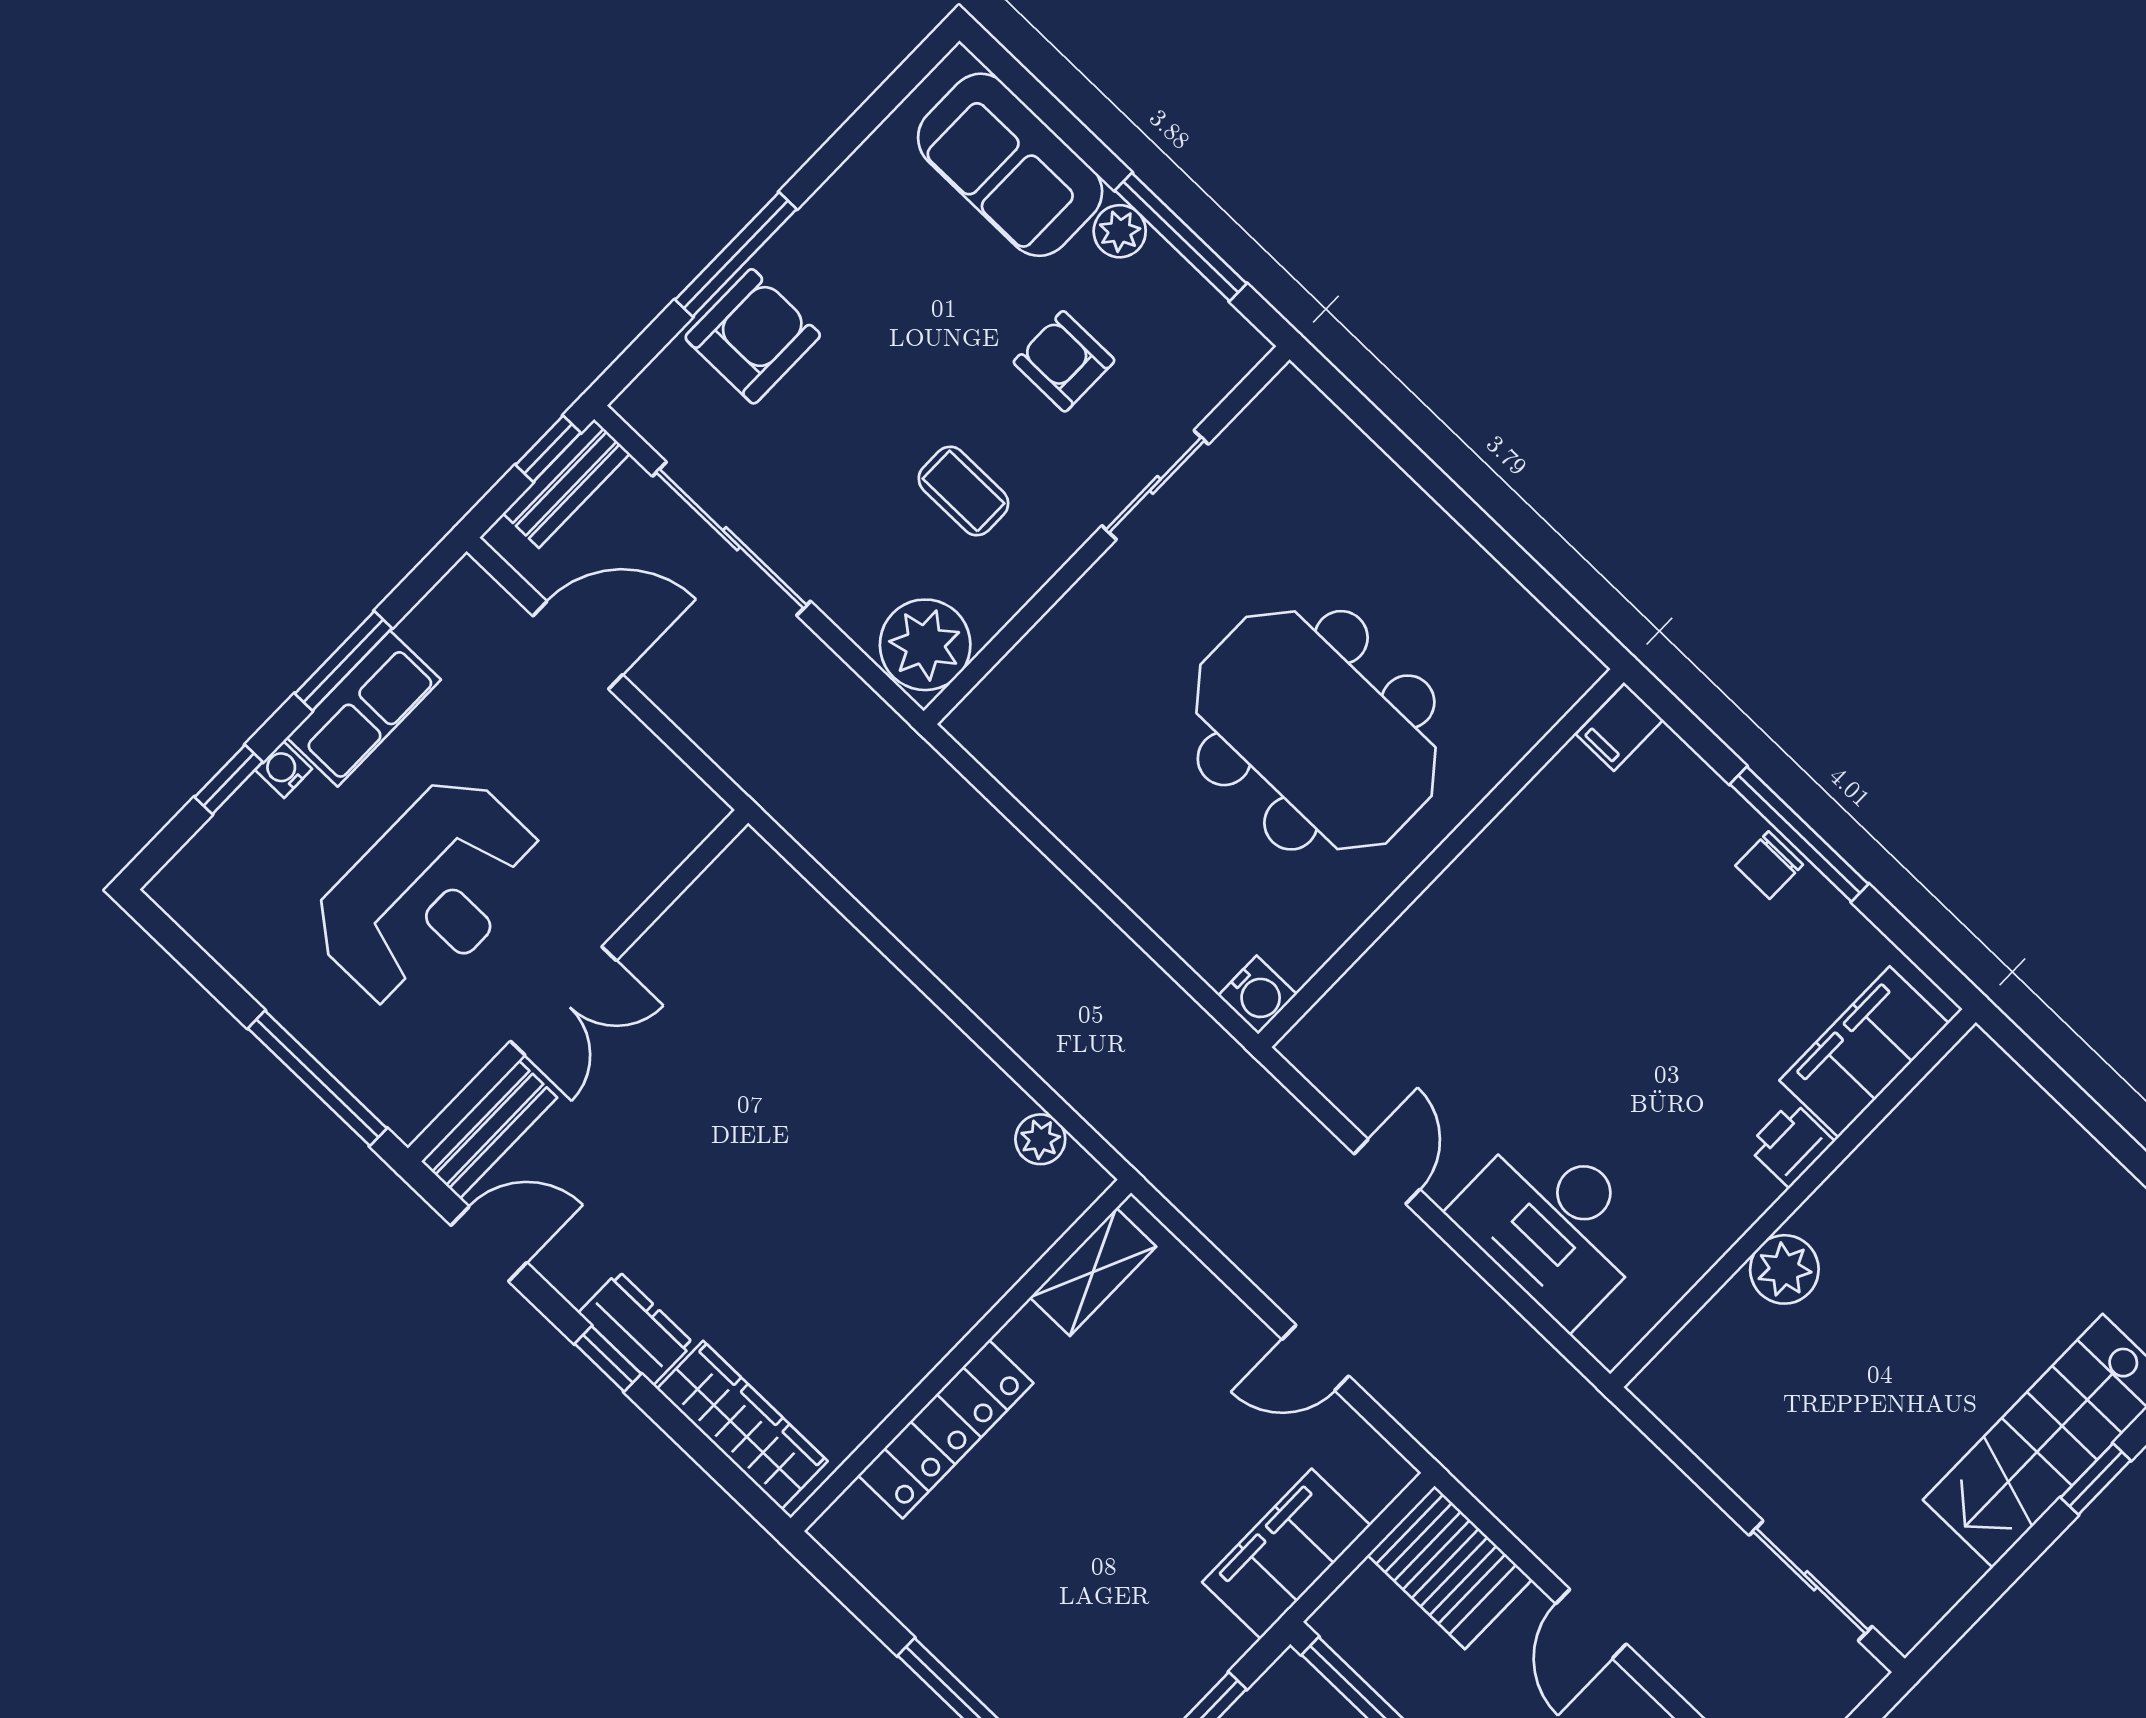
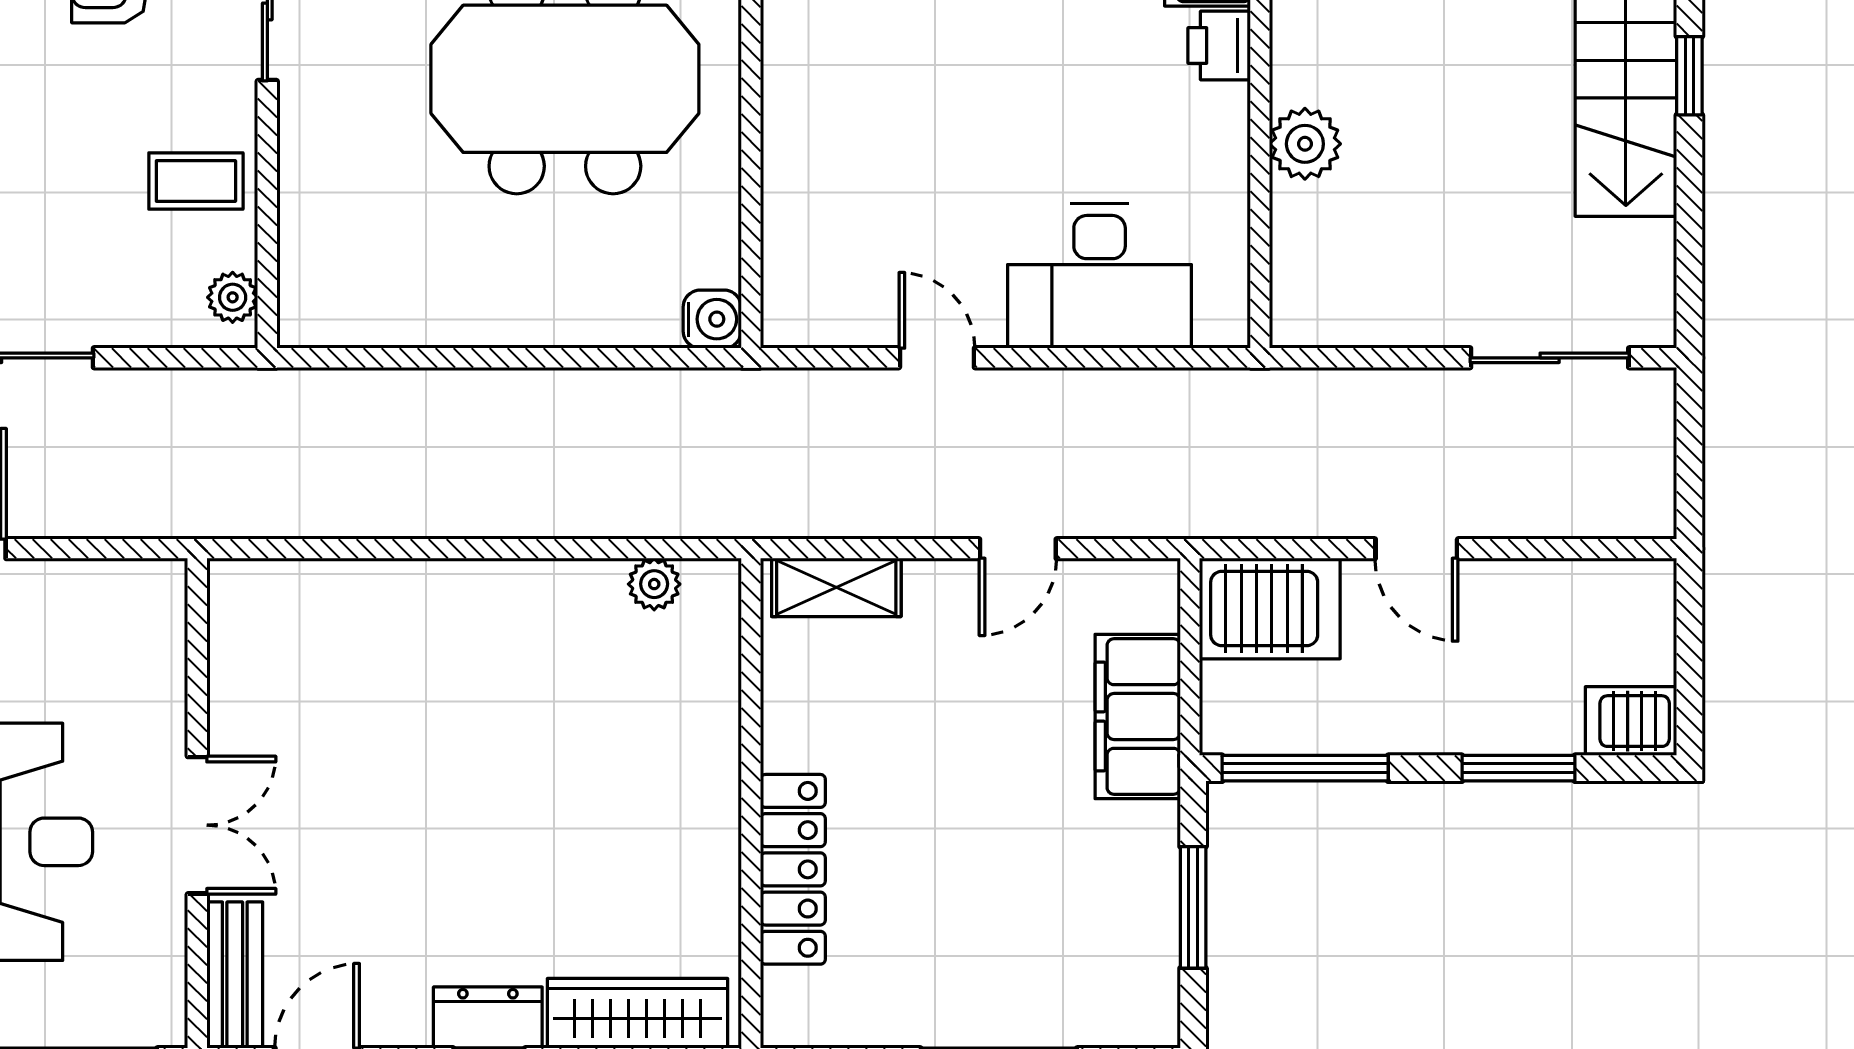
coffee table: (963, 491) -> (196, 181), moved
plant: (925, 645) -> (233, 297), width x0.53, depth x0.53
shelving: (1093, 1272) -> (836, 587), moved, turned 90

